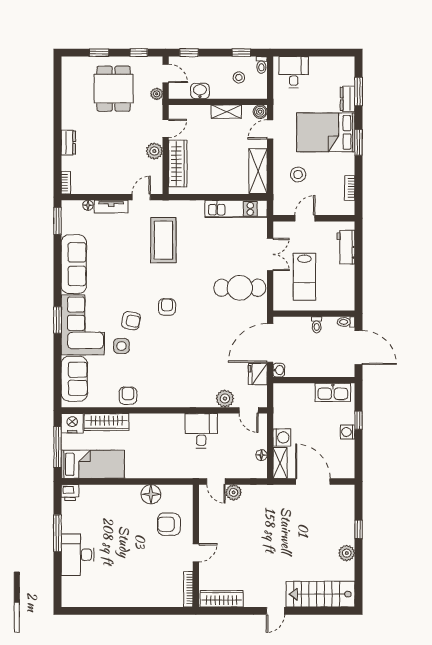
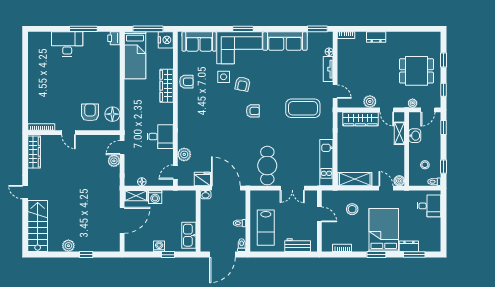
shelving: (226, 112) -> (399, 133), moved
lab bench: (304, 277) -> (266, 228), moved, turned -90
wardrobe: (106, 422) -> (167, 86), moved
floor lamp: (151, 494) -> (112, 114), moved

